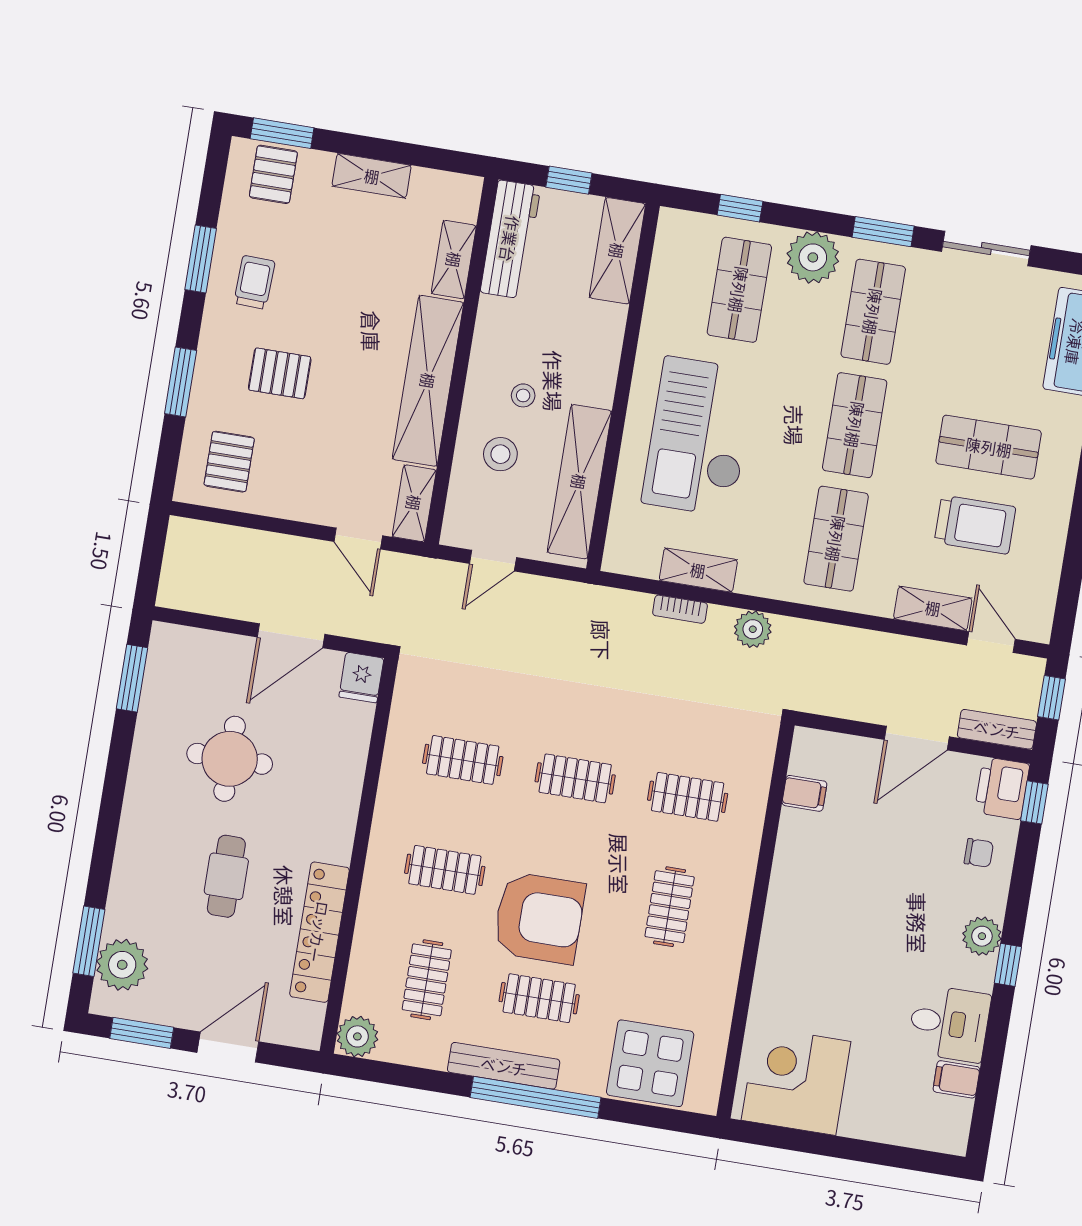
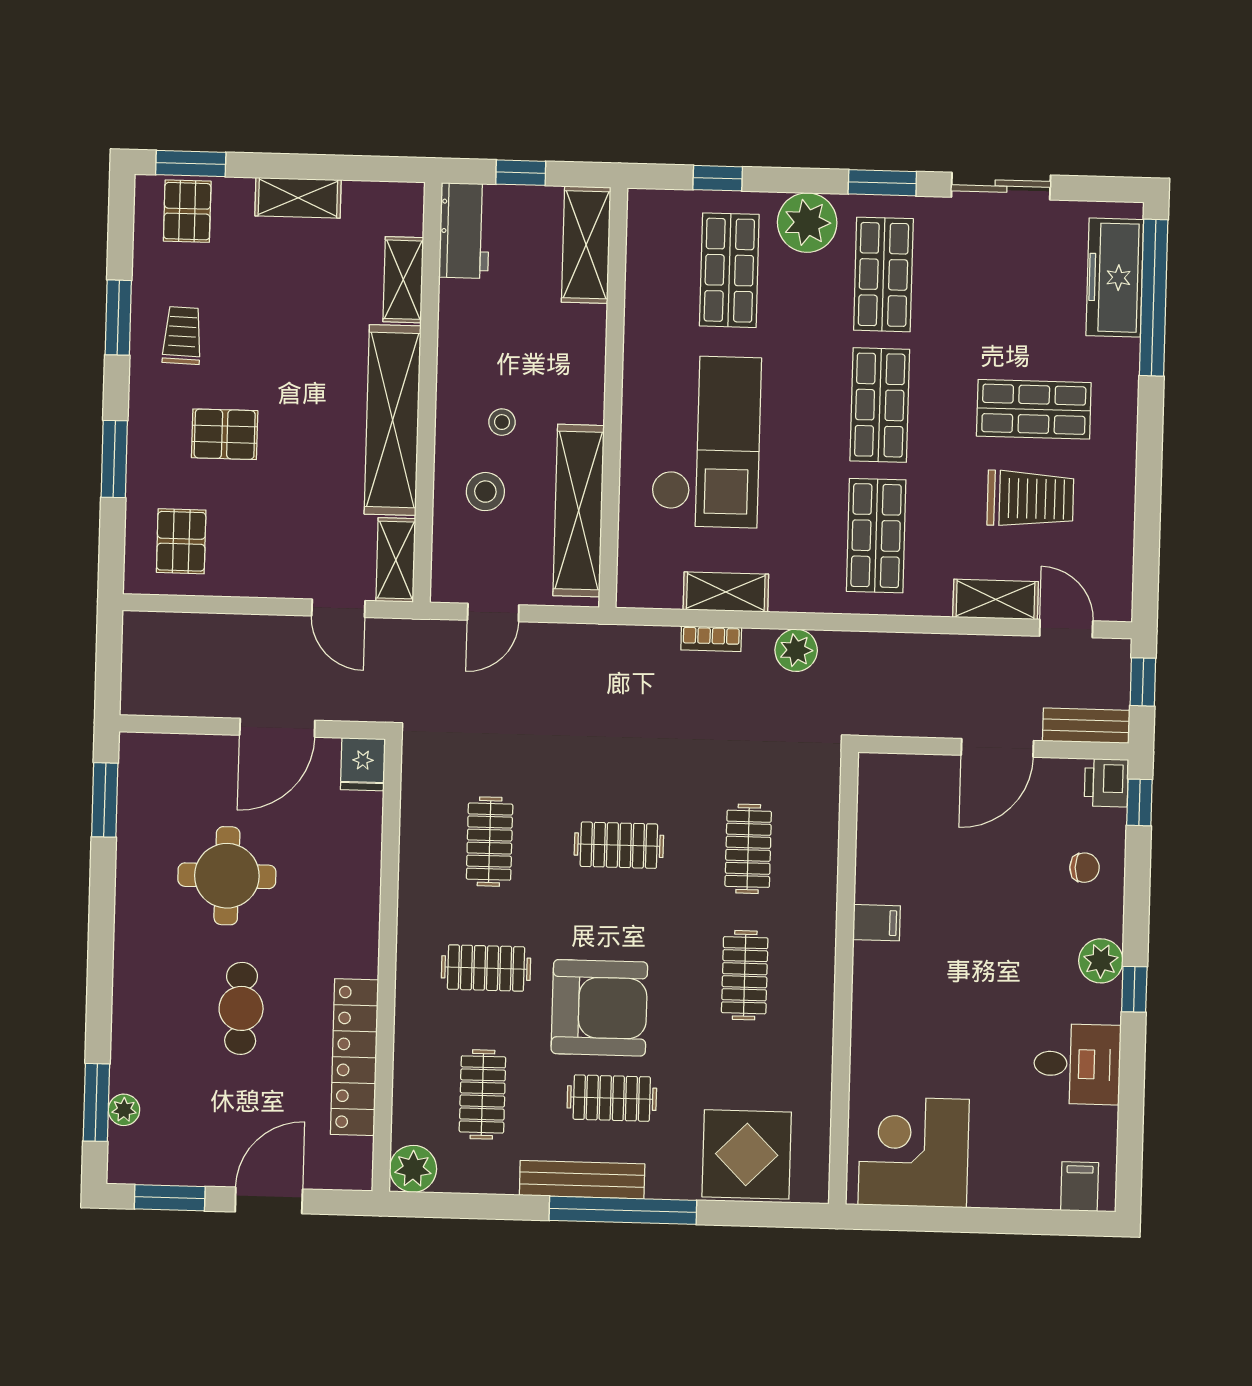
workbench: (510, 239) -> (464, 231), width x0.73
checkout: (699, 437) -> (706, 442), turned 180
clothes rail: (463, 760) -> (490, 842), turned 90
printer: (1002, 788) -> (1106, 783), width x0.73, depth x0.81
filing cabinet: (804, 793) -> (877, 923), moved
clothes rail: (688, 797) -> (748, 849), turned 90
plant: (122, 965) -> (124, 1110), width x0.53, depth x0.53
filing cabinet: (956, 1079) -> (1080, 1187), moved, turned 90

